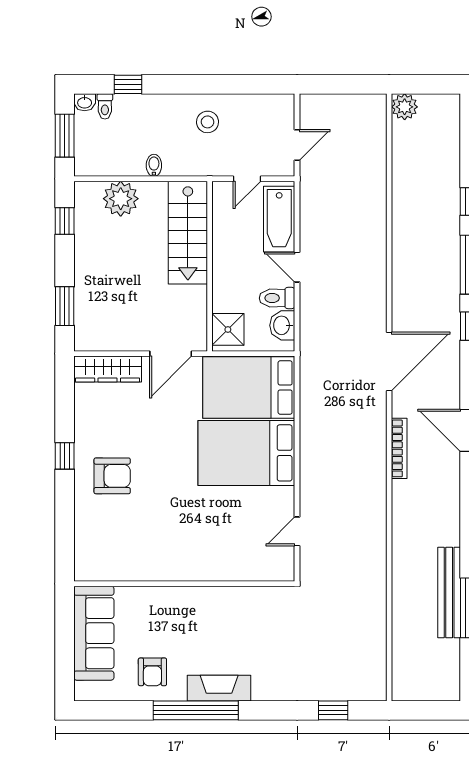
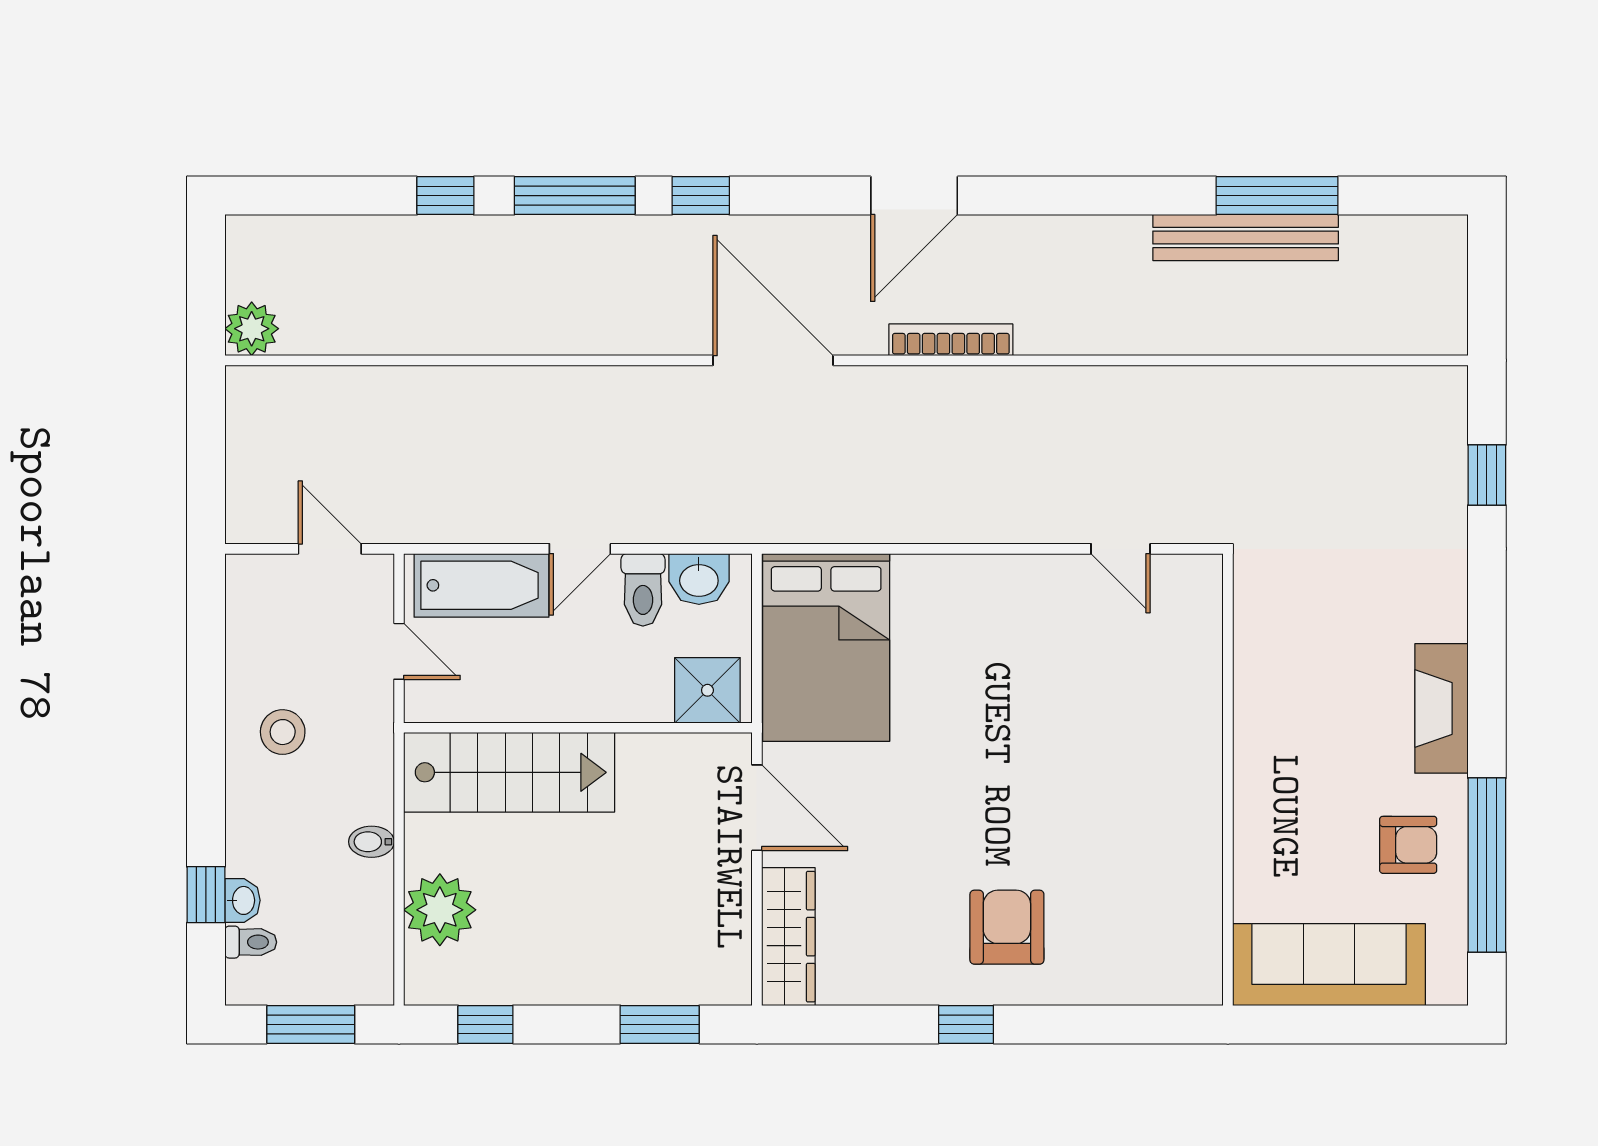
washbasin: (85, 102) -> (242, 900), moved
bed: (246, 453) -> (960, 652), removed
window: (196, 710) -> (1487, 865), moved

